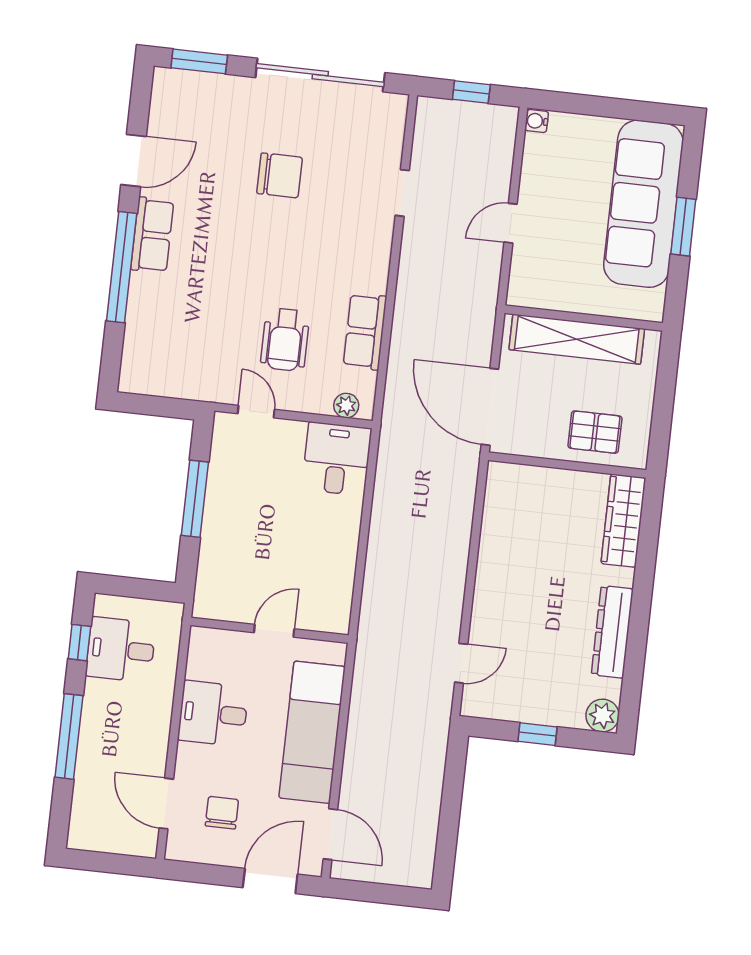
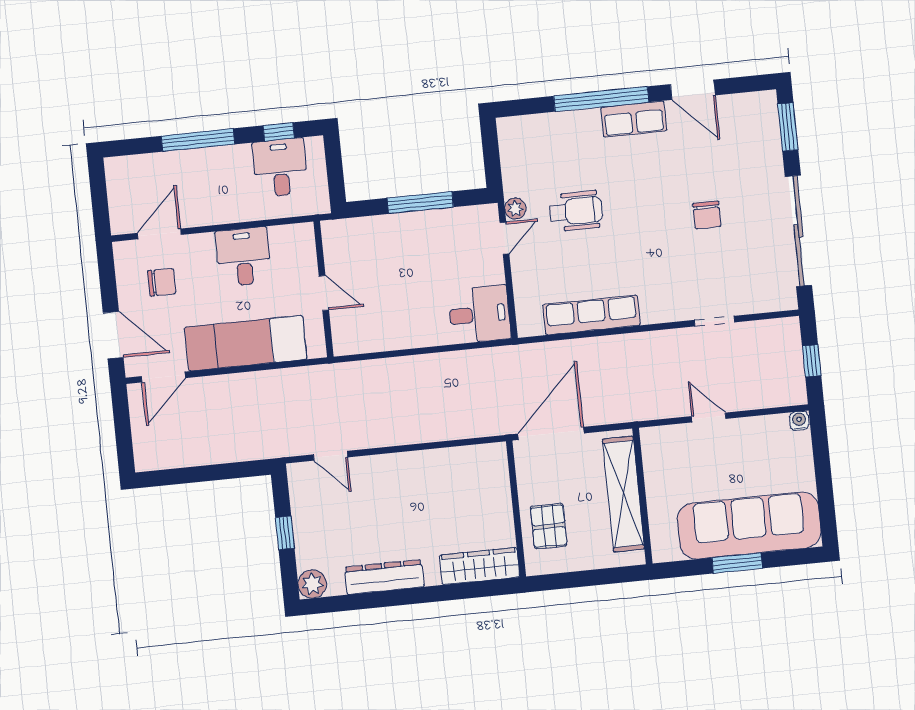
chair: (280, 175) -> (707, 215), width x0.73, depth x0.73
row of seats: (365, 331) -> (591, 315), width x1.48
wheelchair: (285, 340) -> (576, 211), moved, turned 180
plant: (346, 406) -> (515, 209), moved

